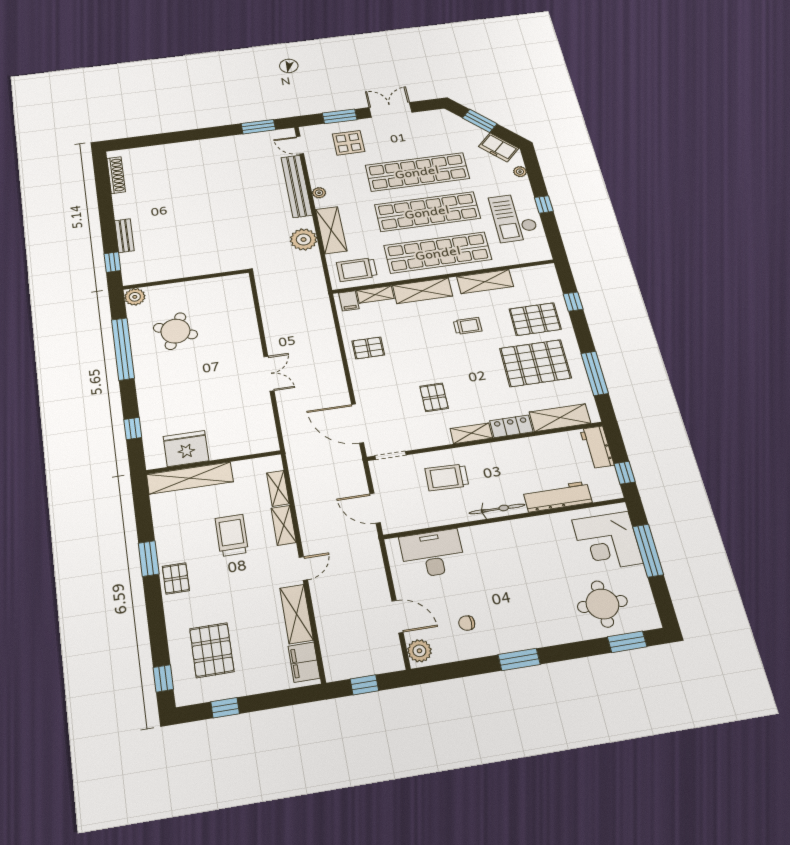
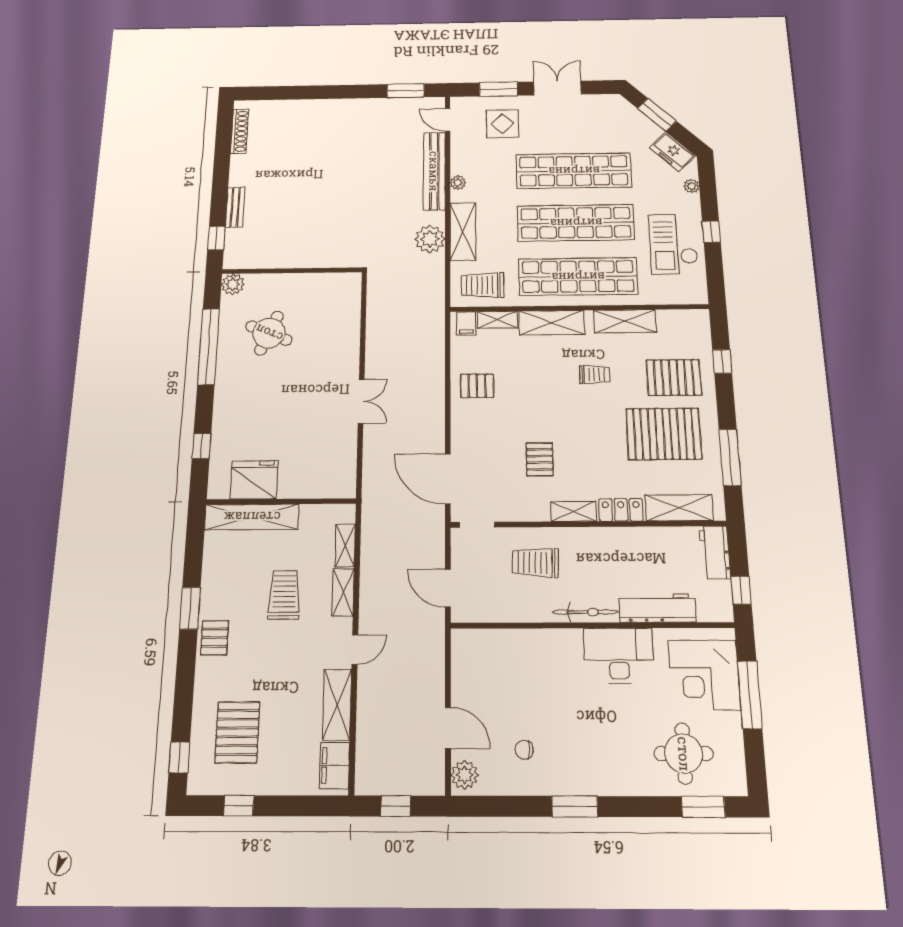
desk: (432, 554) -> (619, 656), moved

